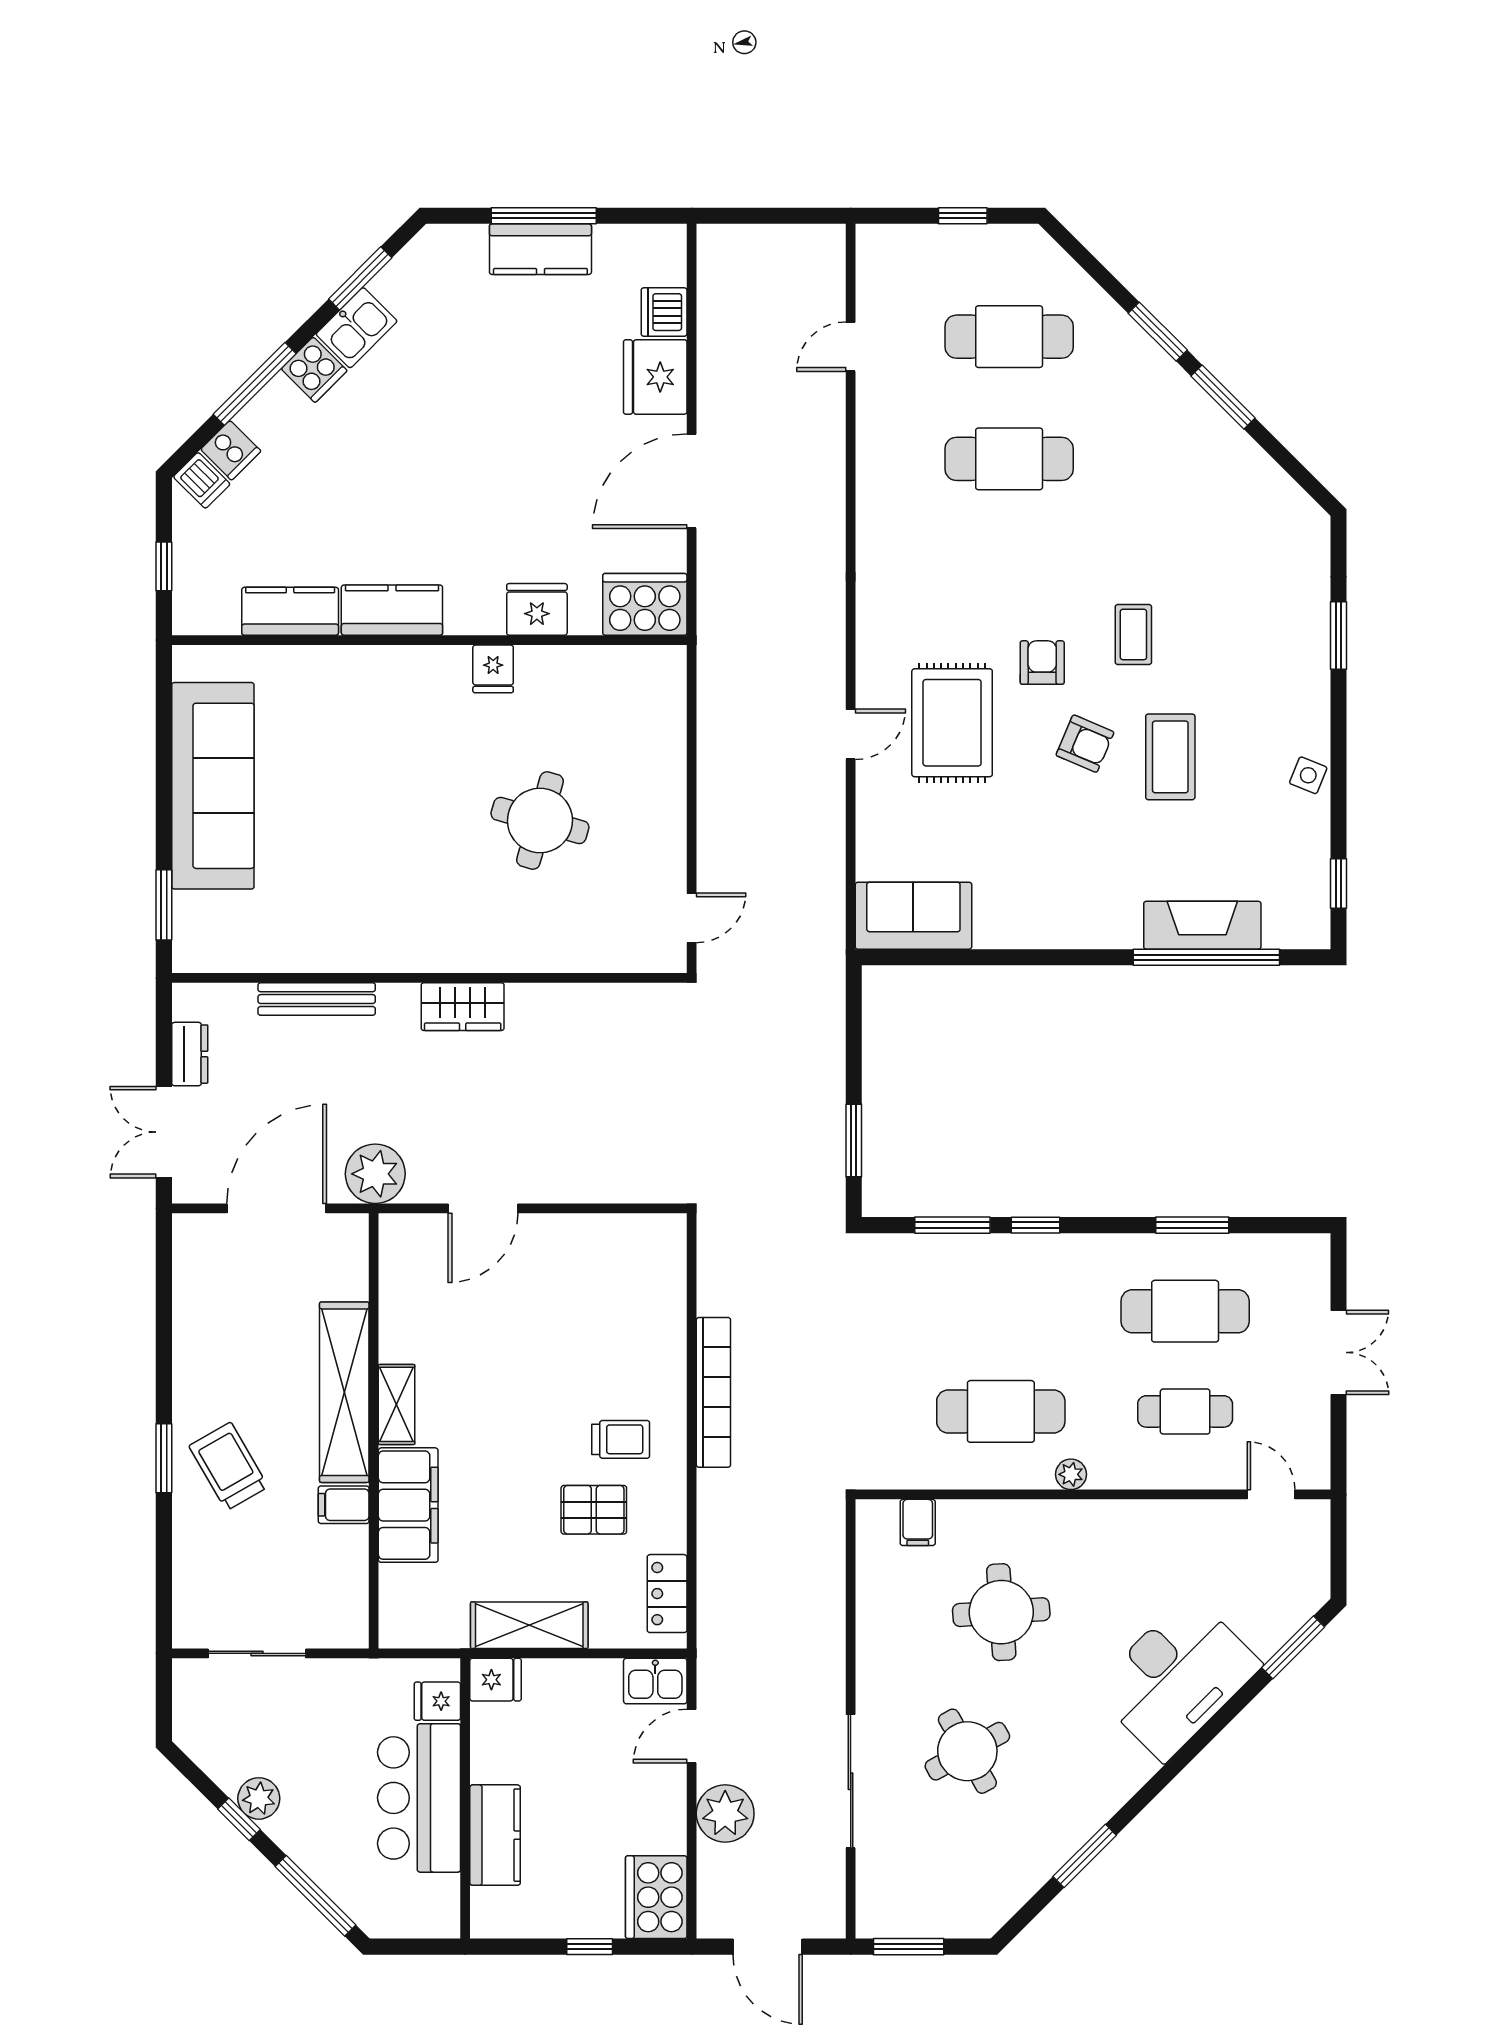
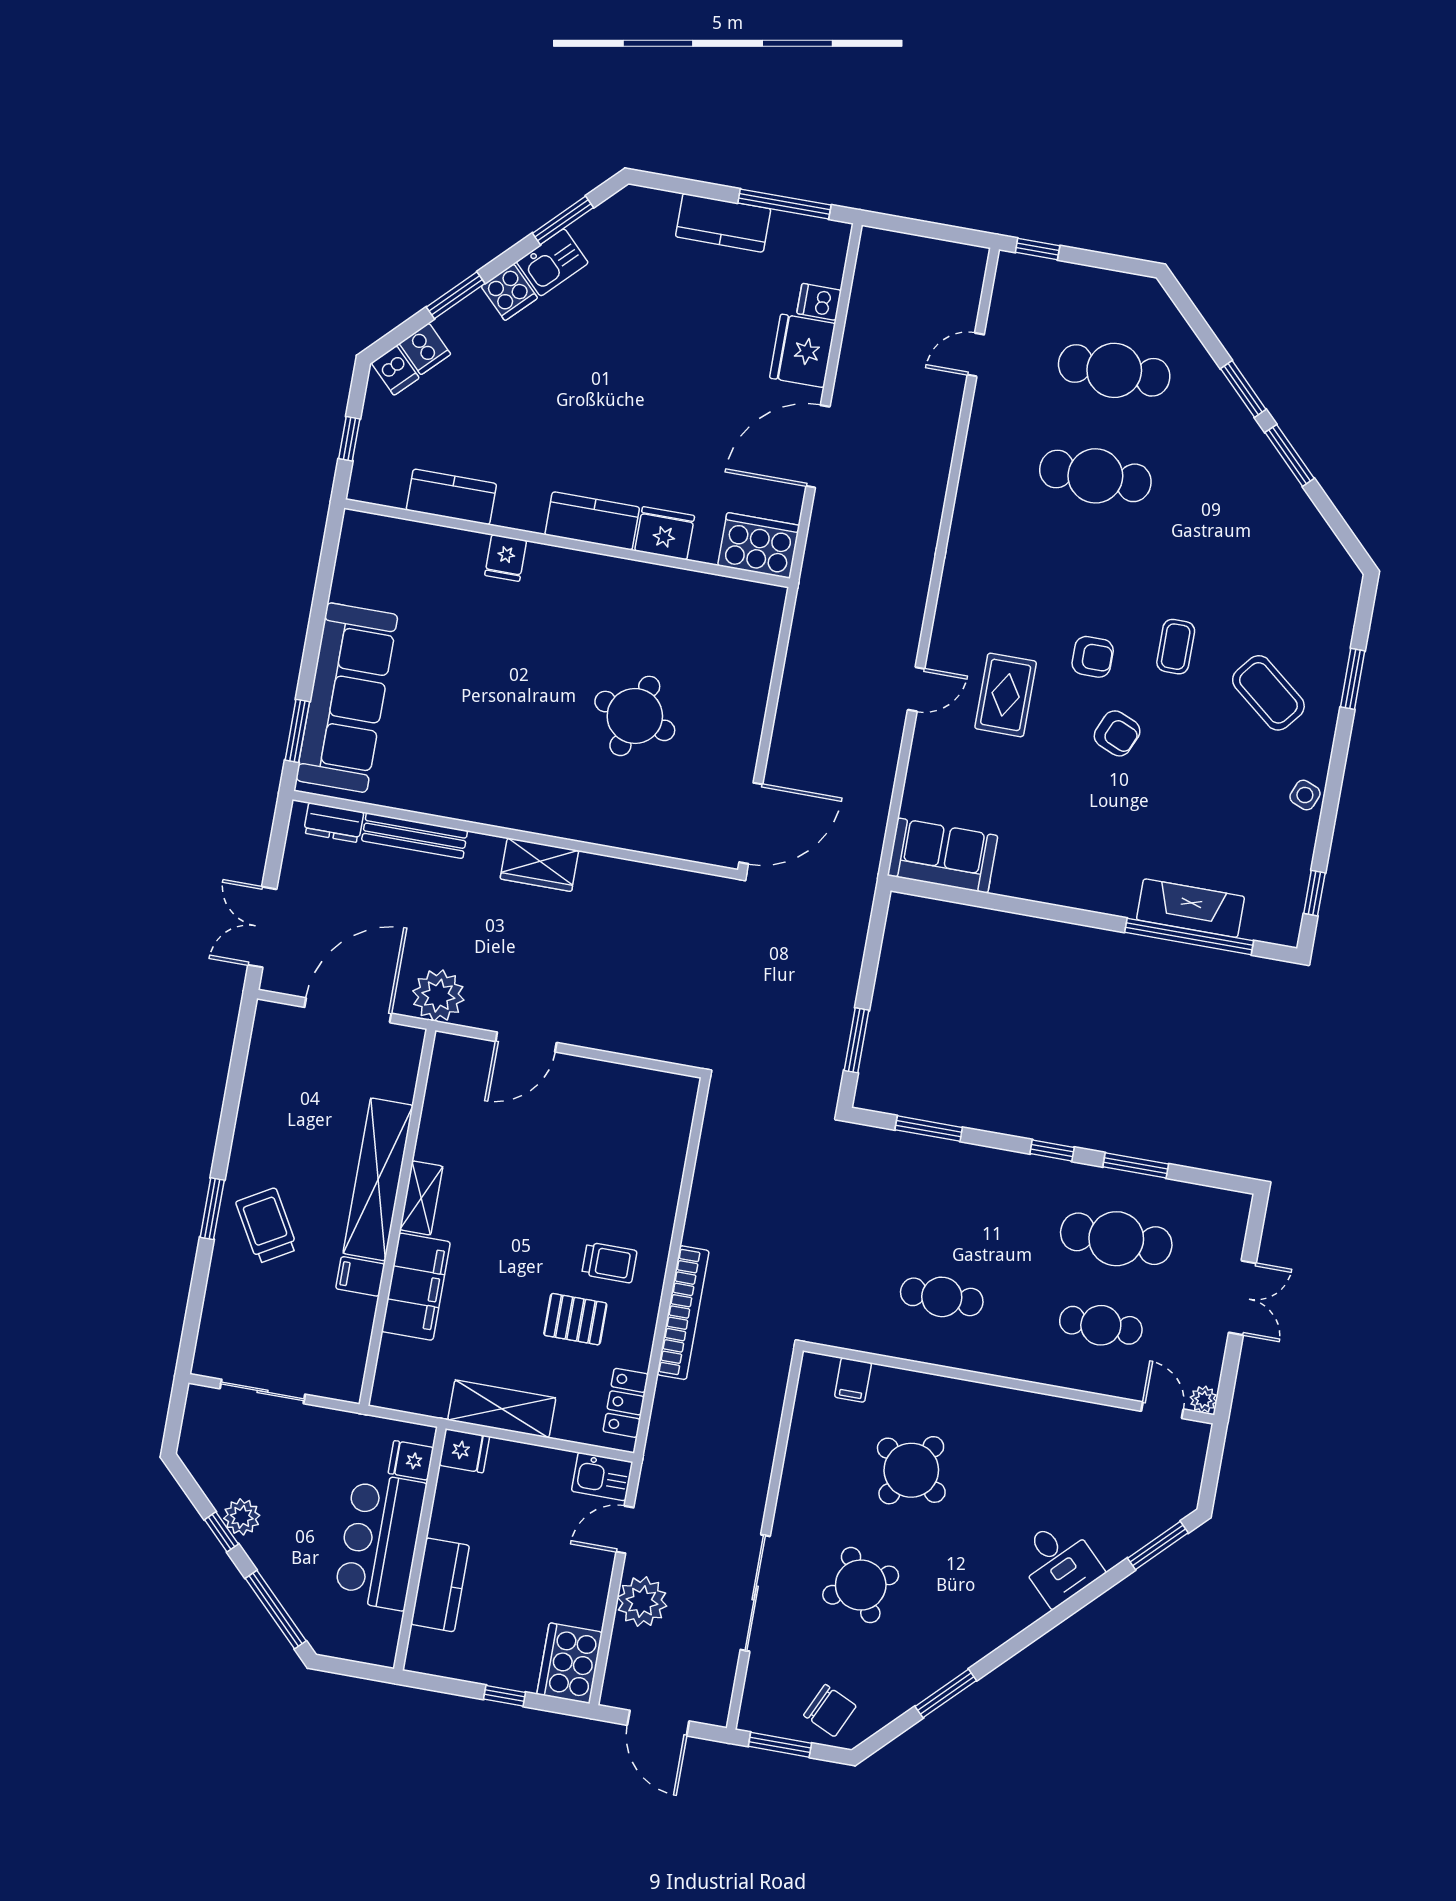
window: (544, 216) -> (784, 204), moved
window: (963, 216) -> (1038, 249), moved
dishwasher: (664, 312) -> (819, 302), width x0.73
window: (255, 384) -> (456, 295), width x0.69
kitchen counter: (392, 610) -> (592, 521), moved
armchair: (1042, 663) -> (1093, 657), turned 90
fridge: (493, 669) -> (506, 558), moved
rug: (952, 723) -> (1006, 695), width x0.73, depth x0.70
coffee table: (1170, 757) -> (1268, 693), moved, turned -51
sofa: (213, 786) -> (347, 698), moved
door: (692, 918) -> (751, 823), width x1.88
dresser: (190, 1054) -> (334, 823), moved, turned 90
window: (1036, 1225) -> (1052, 1151), moved
bookcase: (713, 1392) -> (683, 1313), moved
cafe table: (1001, 1411) -> (942, 1297), width x0.73, depth x0.74
plant: (1071, 1474) -> (1203, 1400), moved
round table: (1001, 1612) -> (911, 1470), turned 37
desk: (1177, 1677) -> (1059, 1562), width x0.53, depth x0.77
chair: (958, 1898) -> (830, 1711), added

